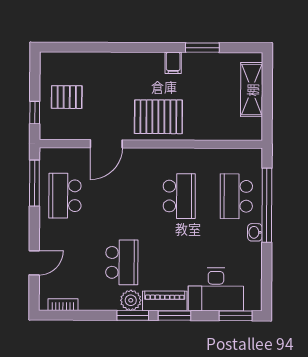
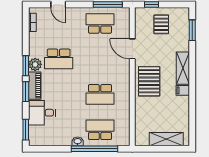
window: (202, 48) -> (192, 30), moved
shelving: (137, 63) -> (183, 68), added
desk: (216, 289) -> (42, 113), width x0.73

